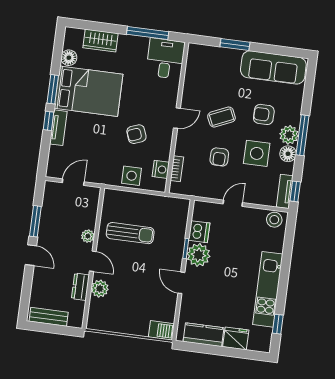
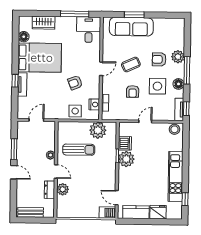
sofa: (273, 67) -> (131, 27), moved
window: (53, 89) -> (15, 59), removed
plant: (289, 135) -> (178, 57), moved
plant: (162, 208) -> (98, 130), added
door: (181, 283) -> (117, 198), moved

